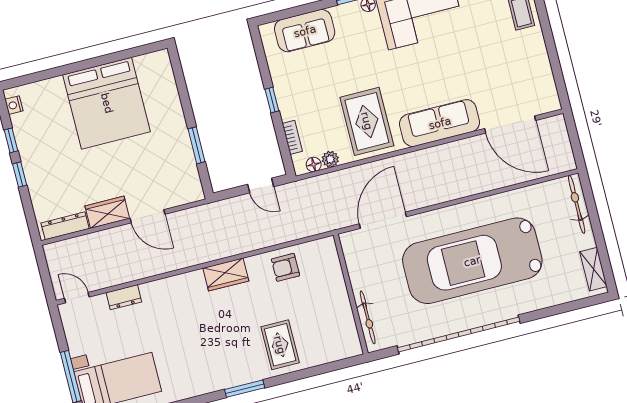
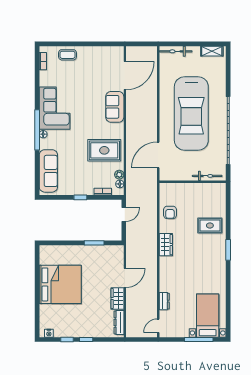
sofa: (305, 31) -> (48, 171), width x1.36
sofa: (440, 123) -> (115, 107), width x0.73
door: (383, 220) -> (158, 155), hinge flipped

